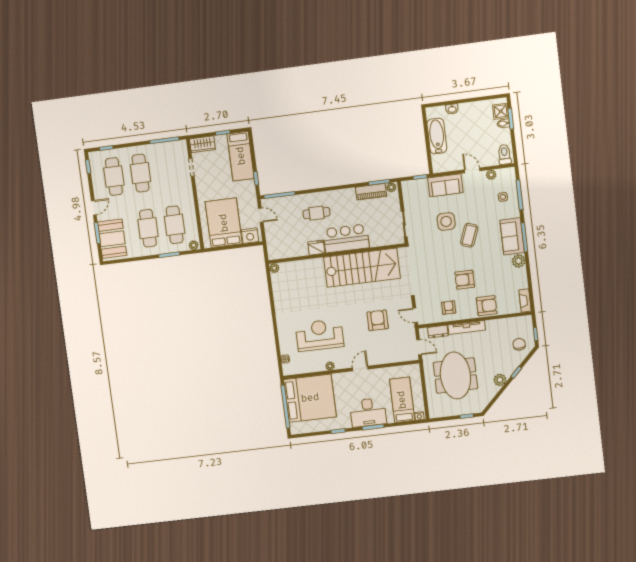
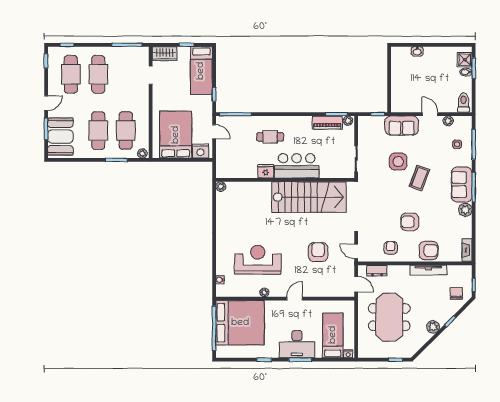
bathtub: (437, 136) -> (399, 76), removed
tv unit: (467, 328) -> (428, 270), moved

